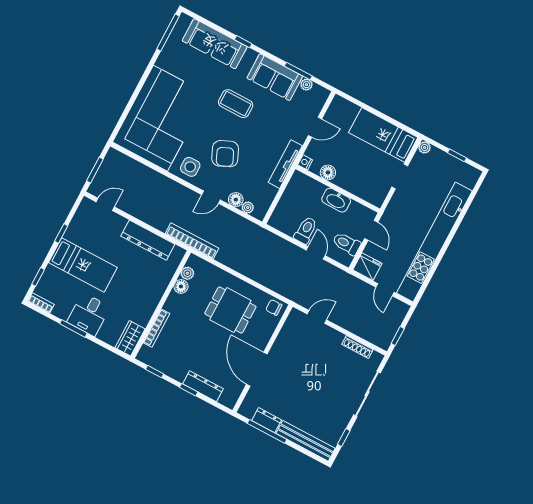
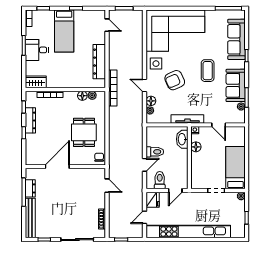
washbasin: (336, 200) -> (182, 139), moved
dresser: (203, 386) -> (30, 120), moved

